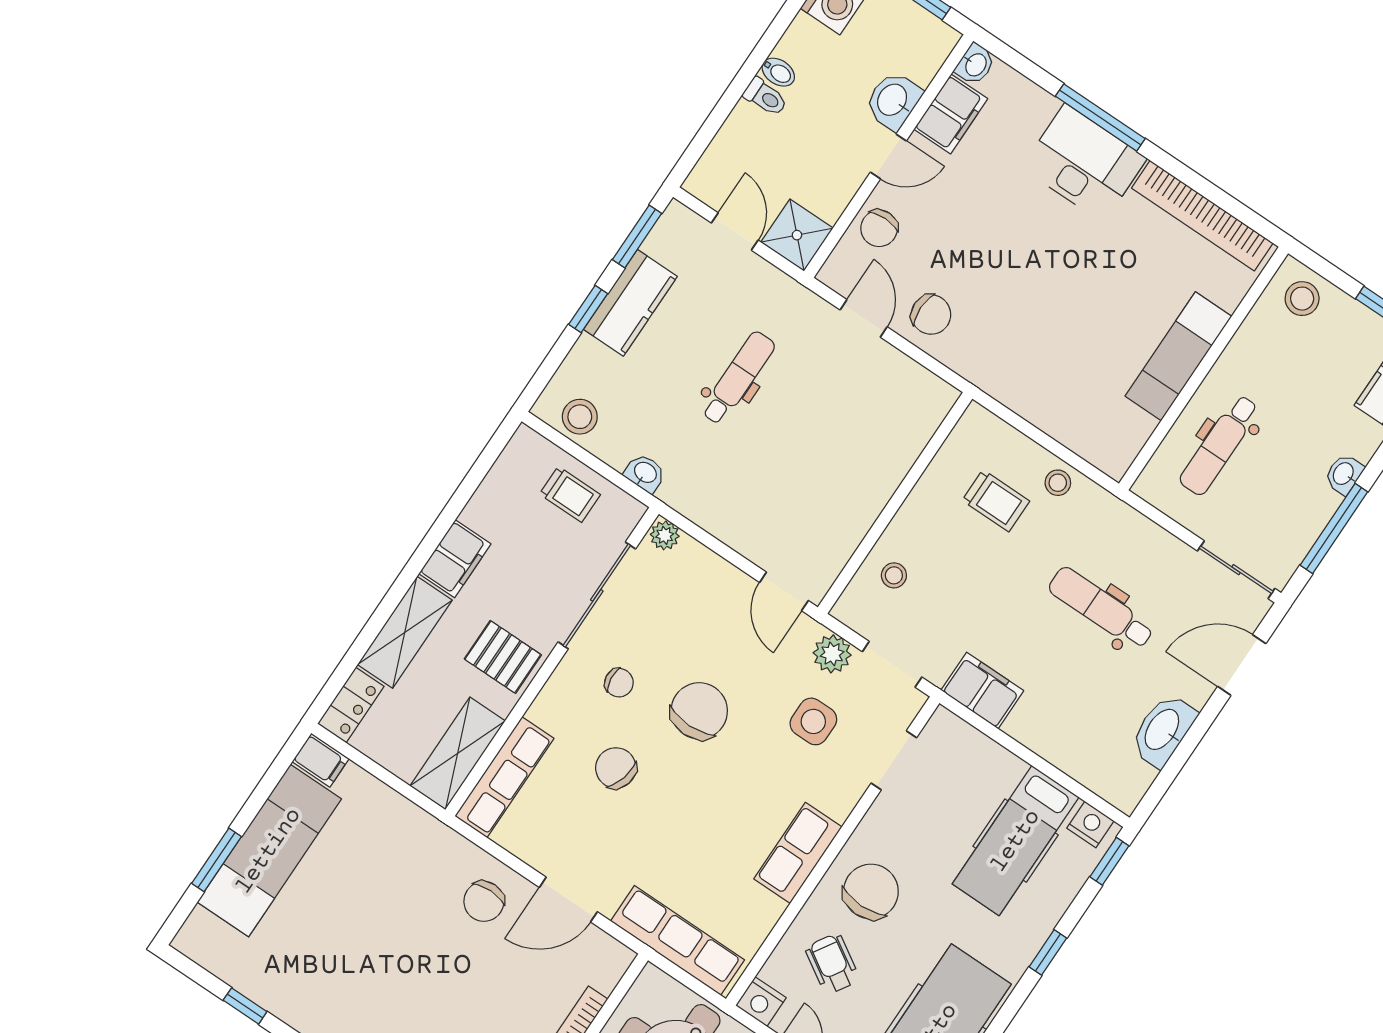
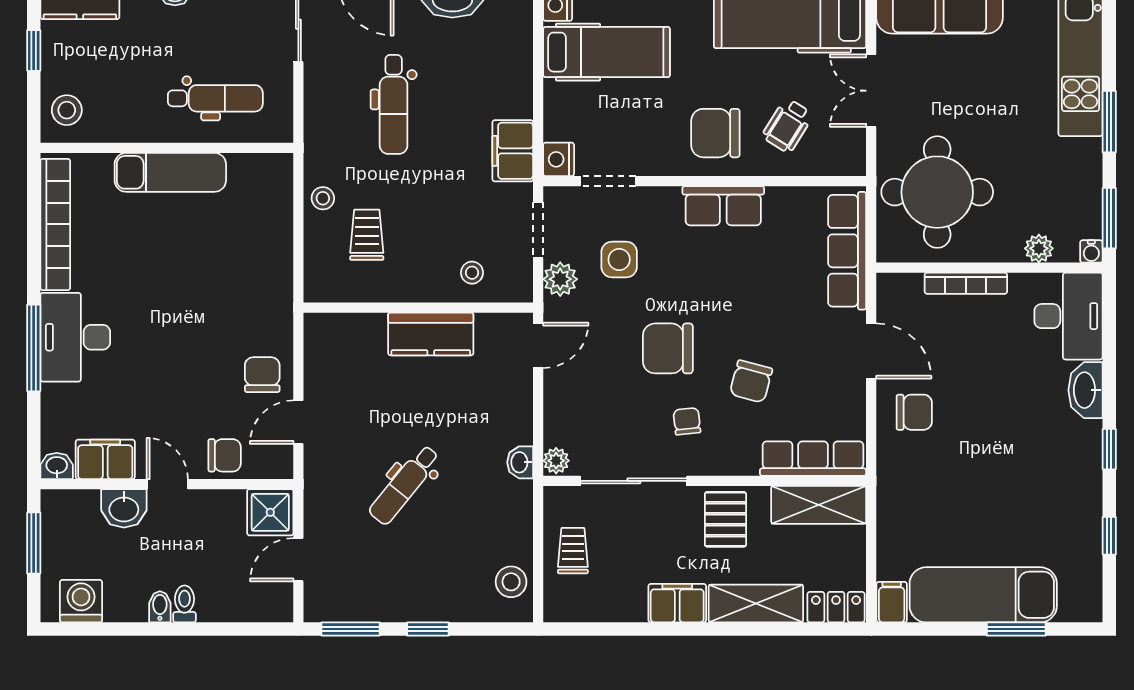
kitchen counter: (630, 303) -> (431, 334), moved, turned 180
dental chair: (738, 378) -> (404, 485), turned -51
washbasin: (645, 473) -> (520, 462), moved
nightstand: (761, 1002) -> (559, 159), moved, turned 180

